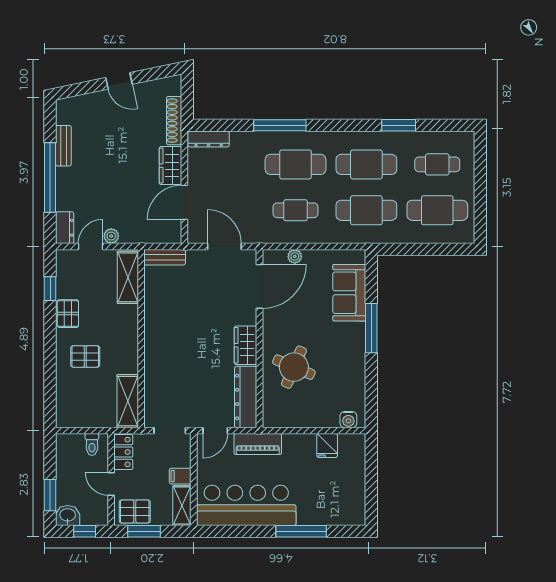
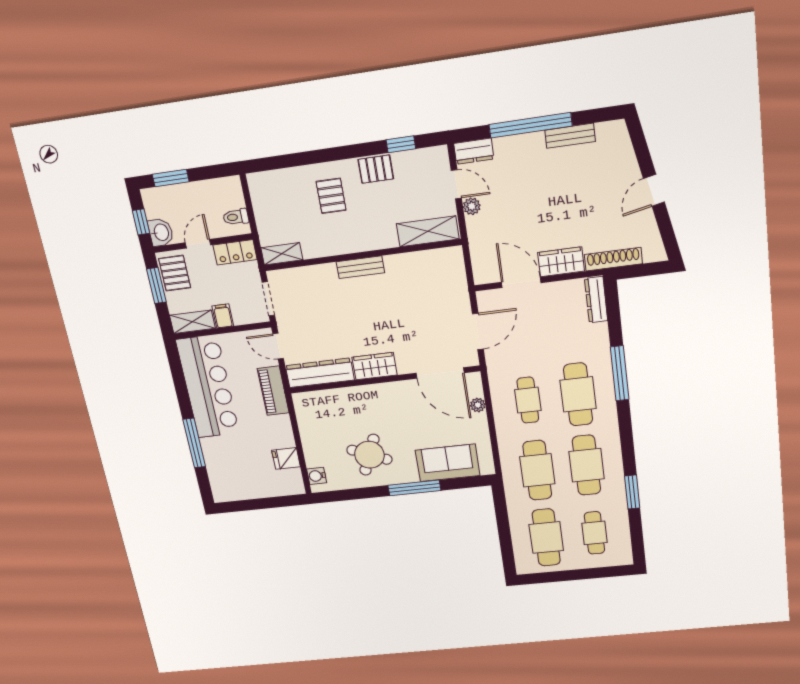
bench: (165, 257) -> (360, 267), moved, turned 90
round table: (294, 367) -> (369, 455), moved
shelving: (128, 401) -> (282, 254), width x0.67, depth x0.75
washbasin: (68, 515) -> (161, 232), moved

